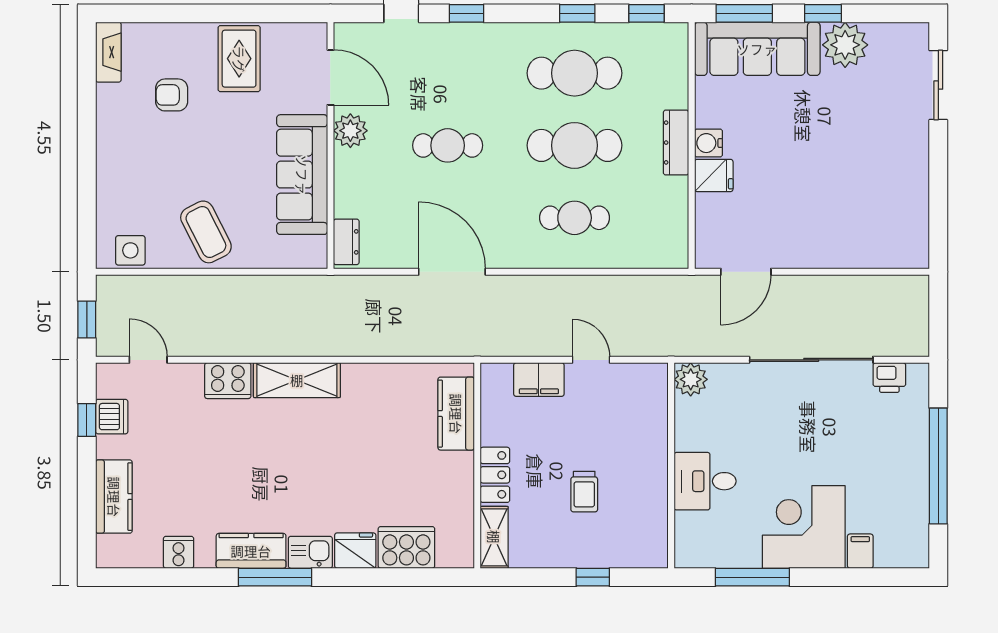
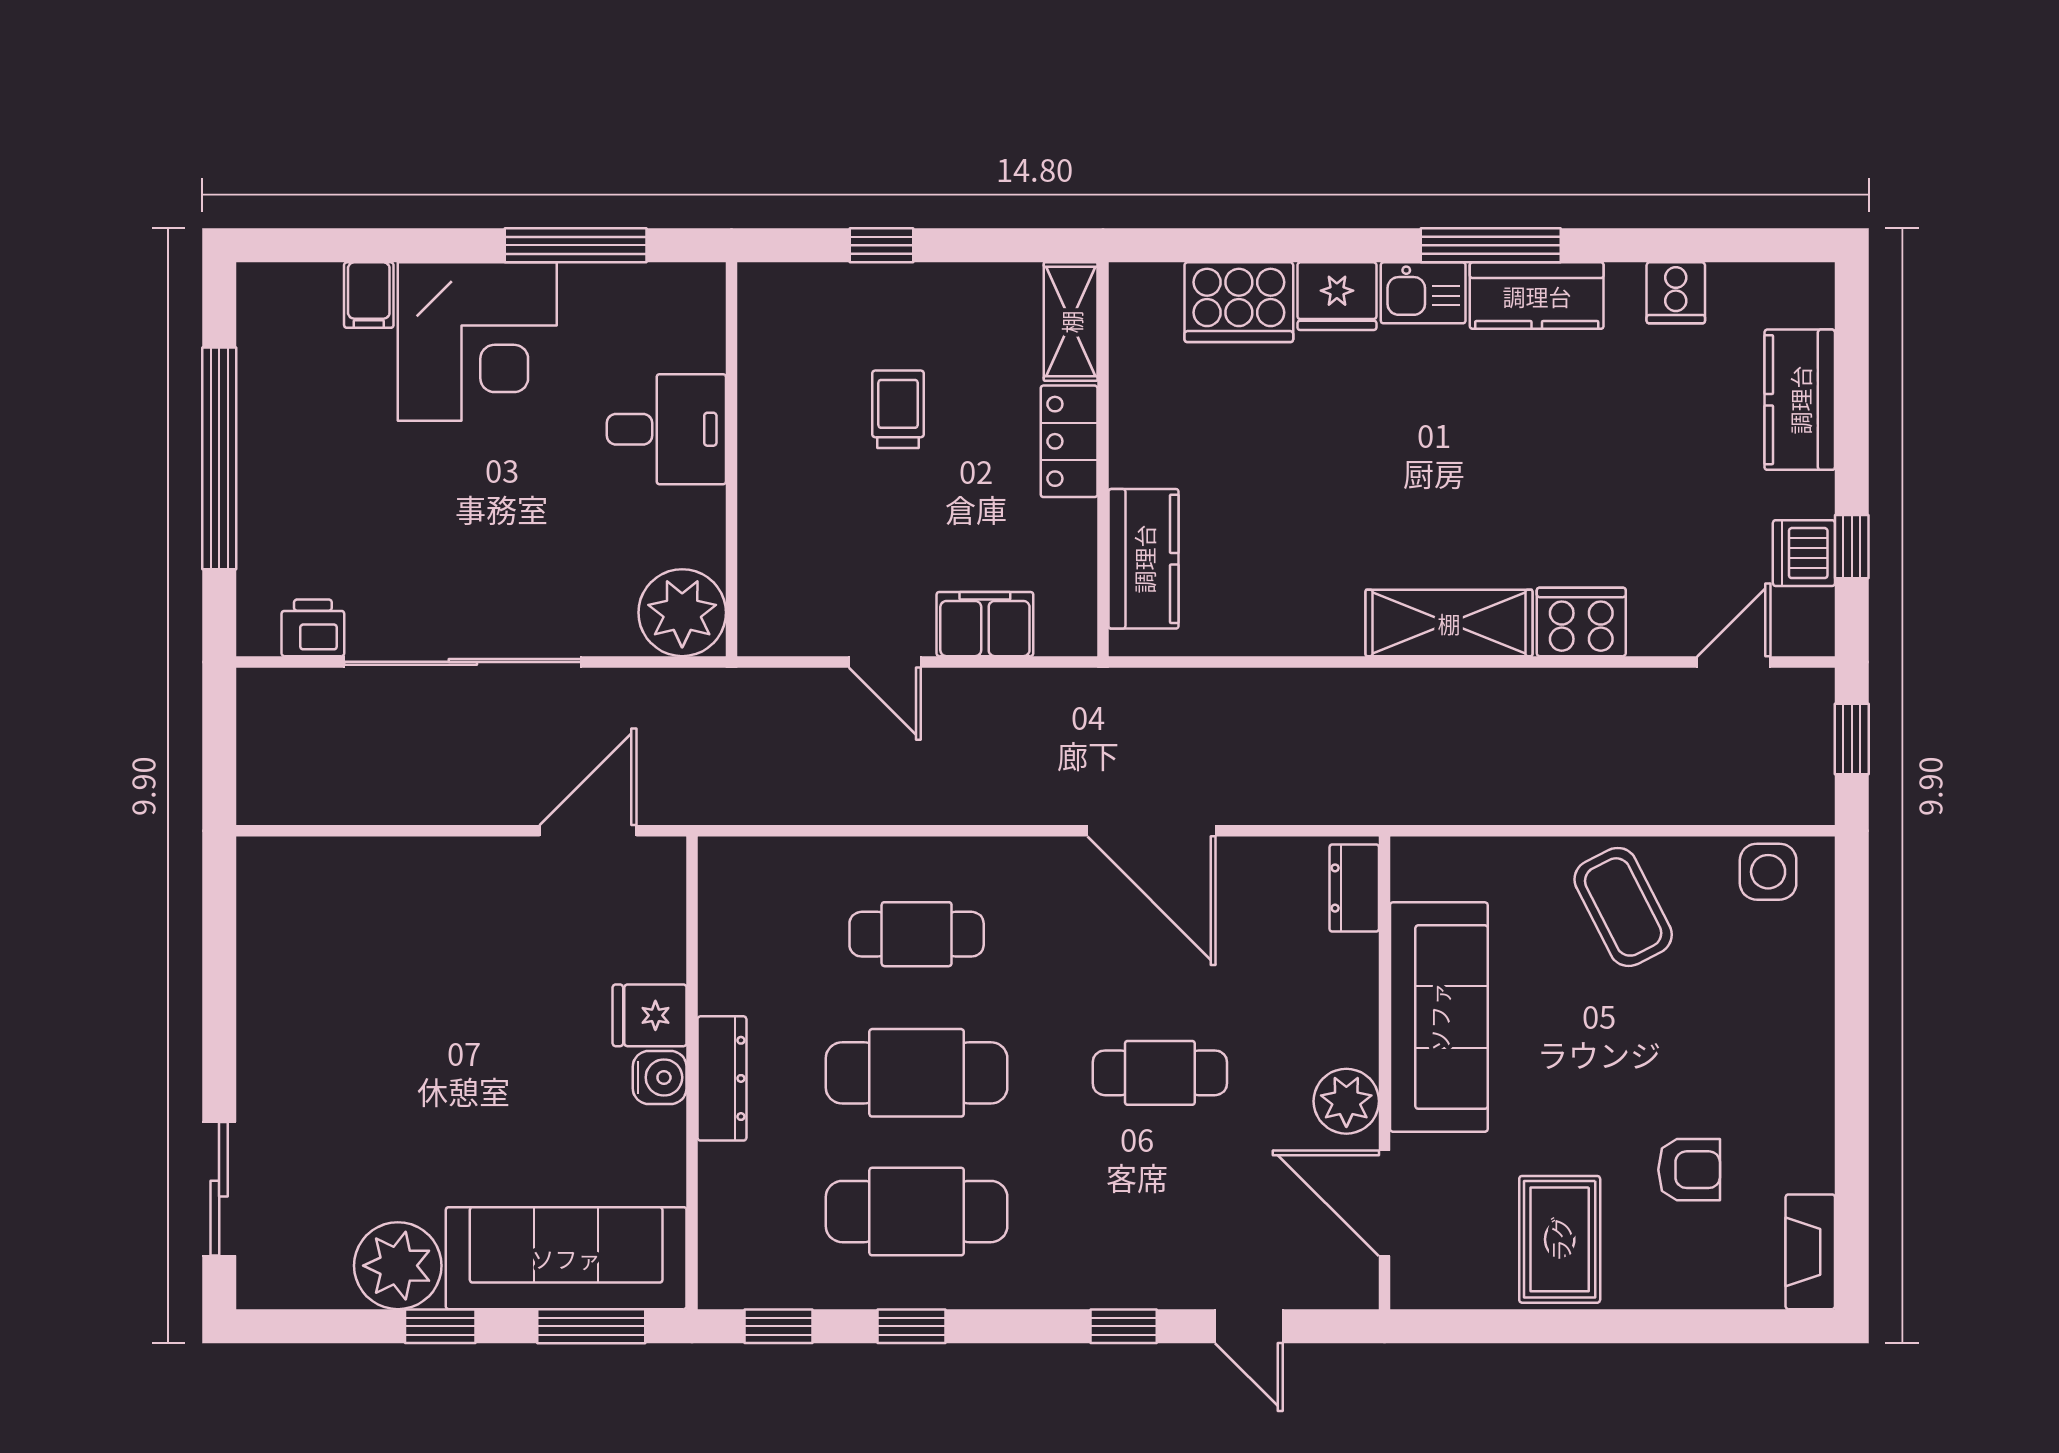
door: (148, 360) -> (1734, 662), swing flipped
plant: (691, 379) -> (682, 613), width x1.36, depth x1.36

